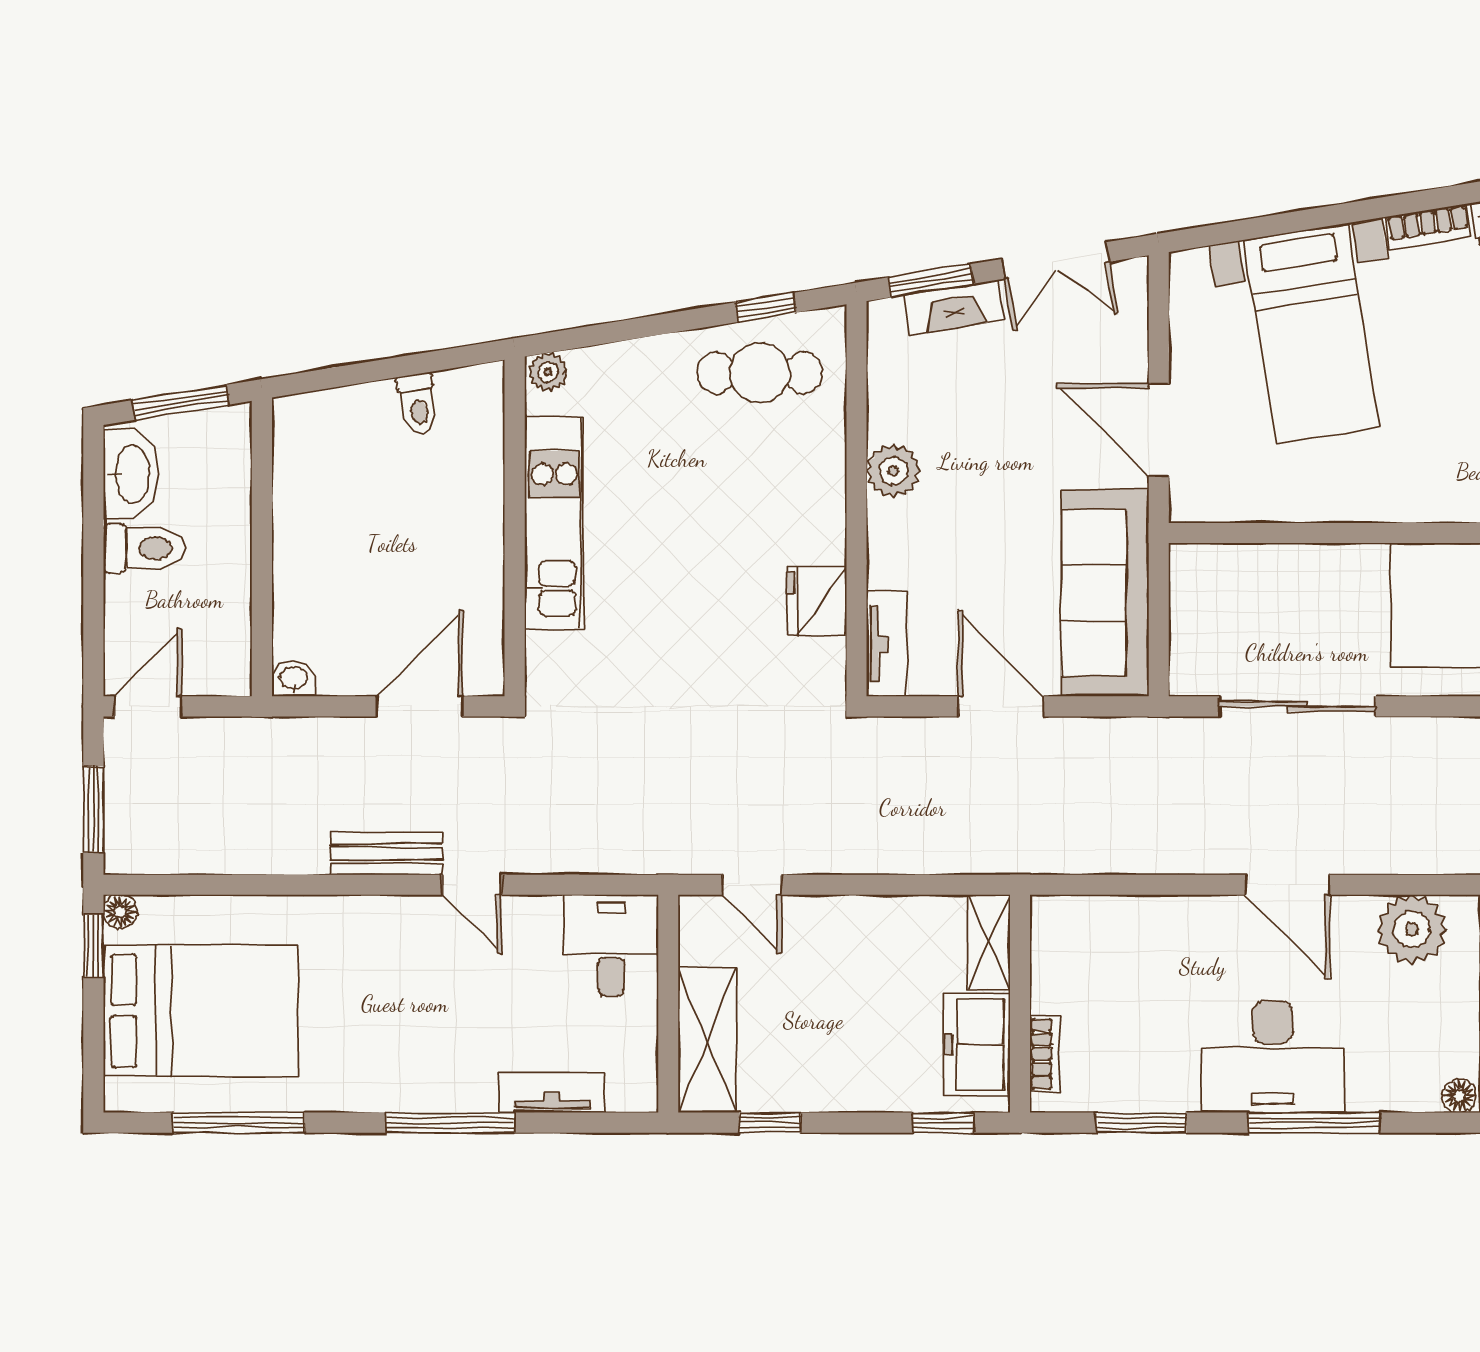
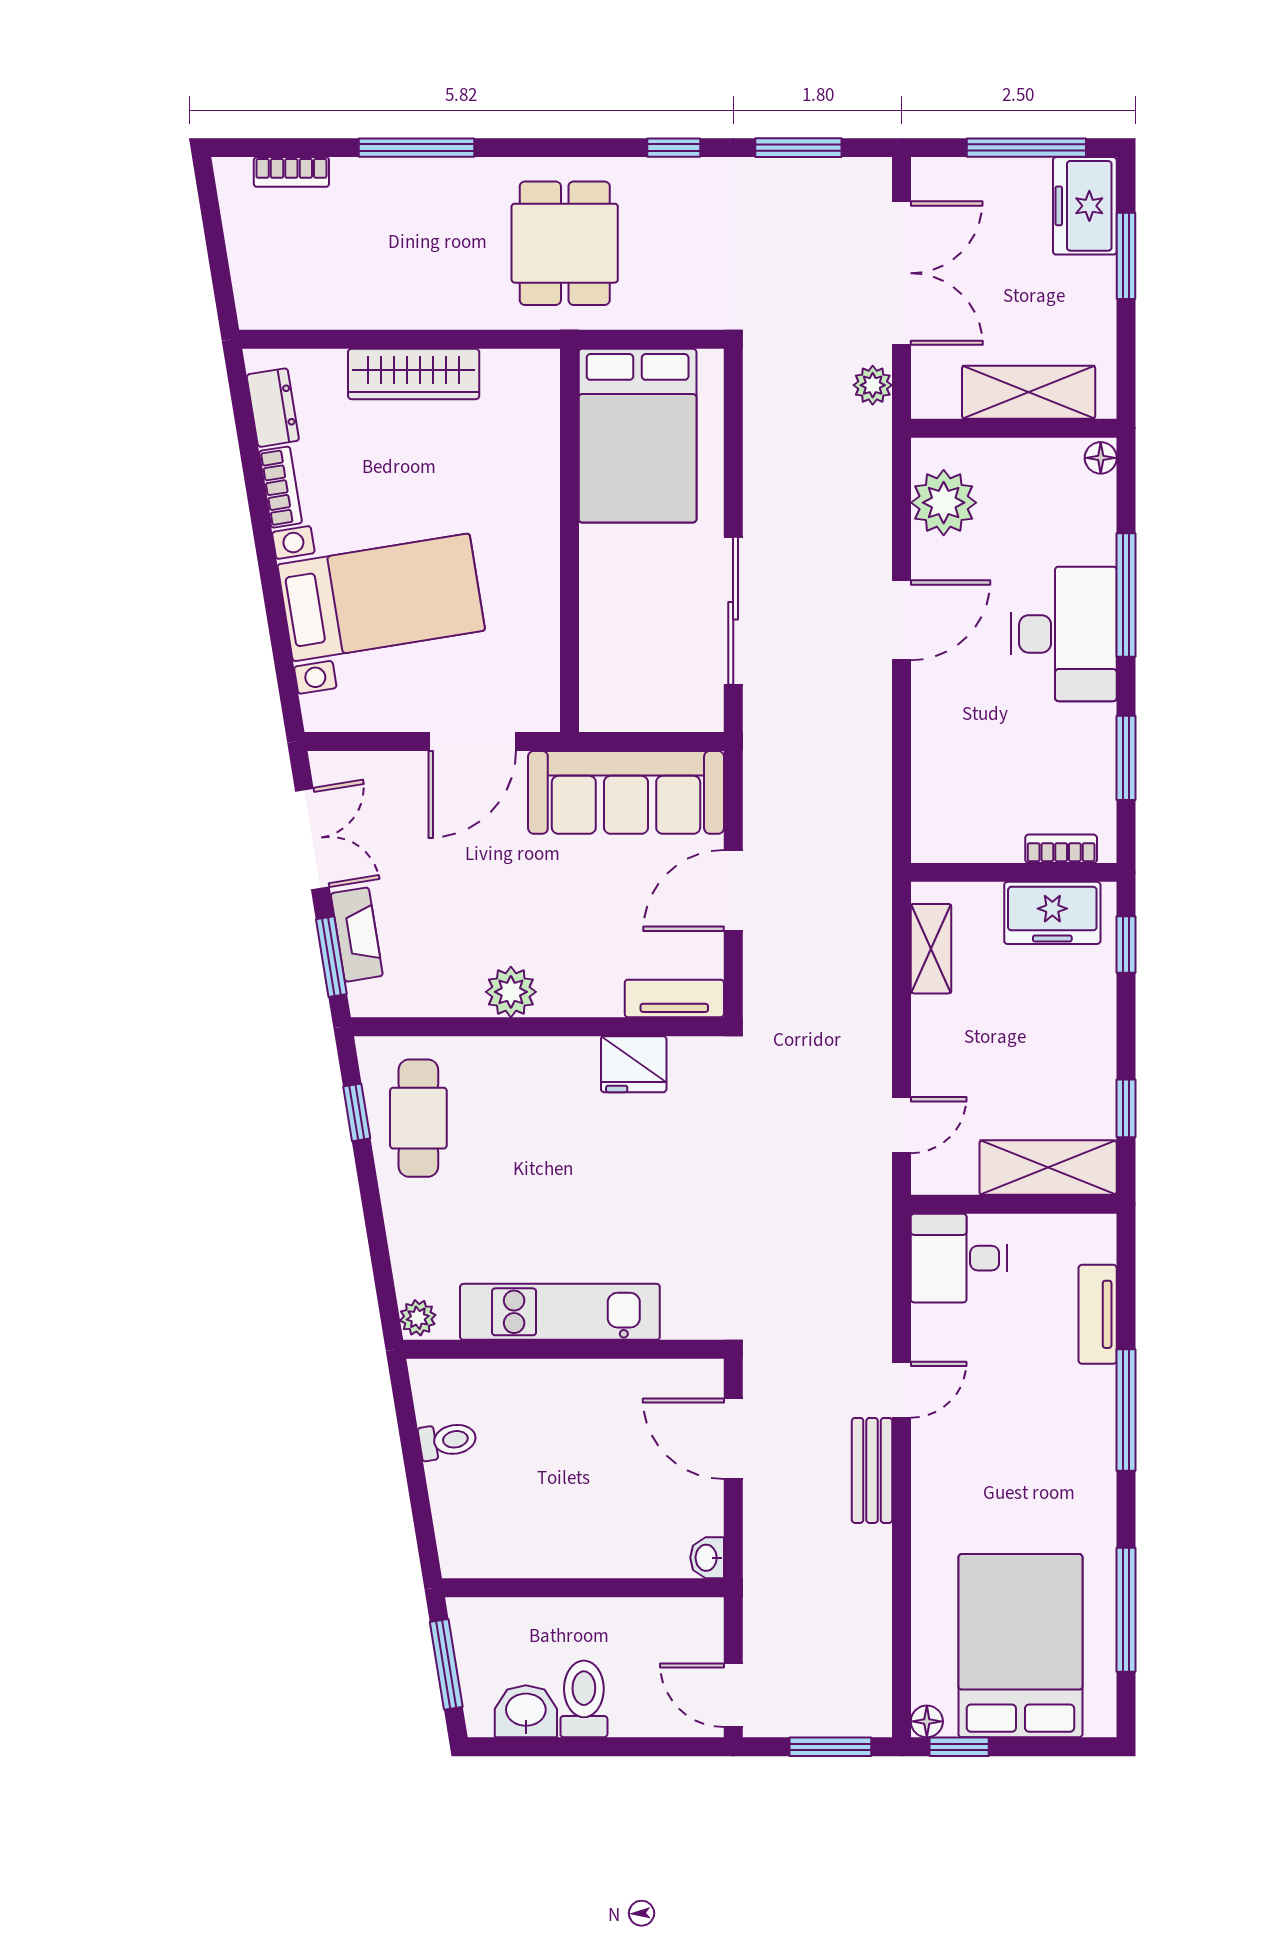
washbasin: (131, 474) -> (526, 1711), width x0.72
shelving: (989, 942) -> (931, 949), moved, turned 90

